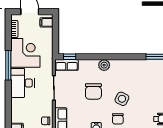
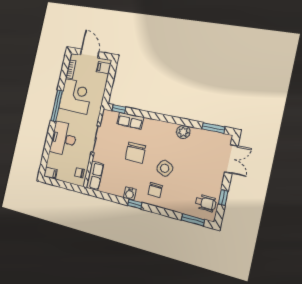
row of seats: (67, 65) -> (130, 121), moved
plant: (104, 65) -> (183, 132), moved
desk: (22, 83) -> (63, 139), moved

